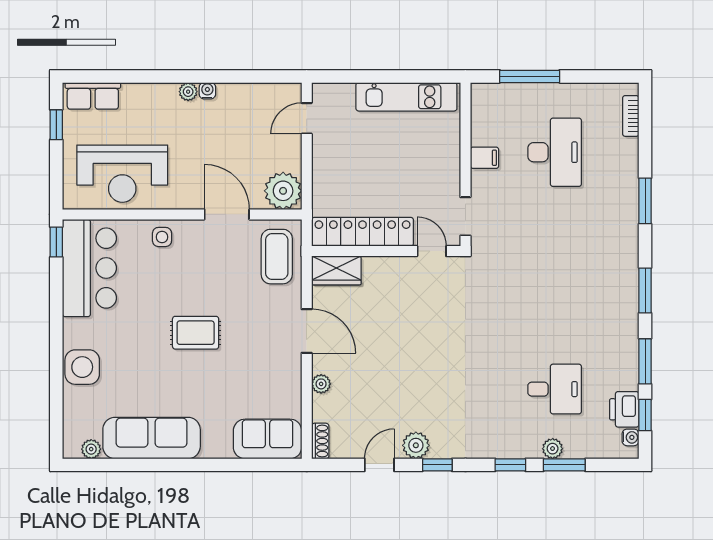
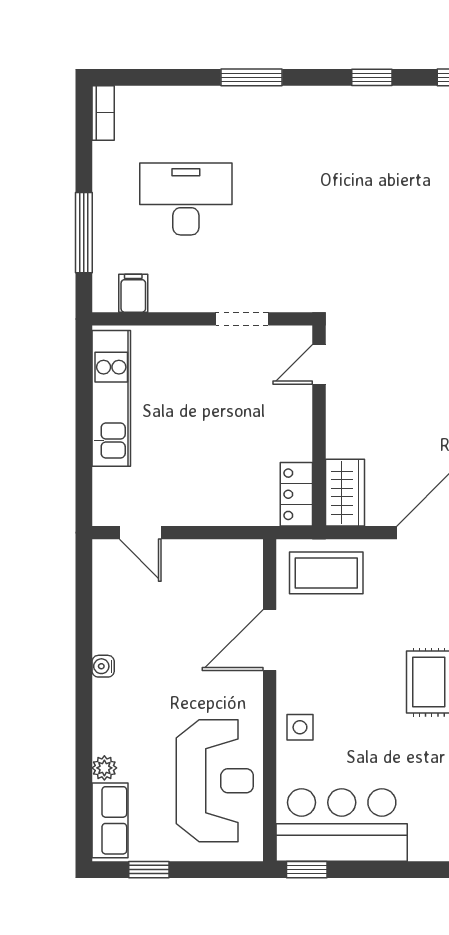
plant: (188, 92) -> (104, 768), moved
bookcase: (631, 116) -> (103, 113), moved, turned -90
filing cabinet: (485, 158) -> (133, 293), moved
plant: (283, 191) -> (238, 564), removed
doorway: (465, 216) -> (242, 319), moved
locker: (362, 232) -> (296, 494), width x0.46, depth x0.83
window: (645, 290) -> (372, 77), width x0.67

